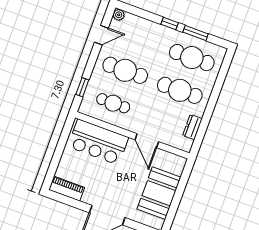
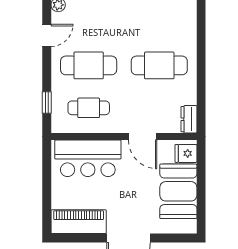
cafe table: (192, 58) -> (159, 23), removed
dresser: (192, 127) -> (189, 119), moved
fridge: (176, 166) -> (186, 153), added
piano: (67, 189) -> (79, 222), width x1.37, depth x1.33

